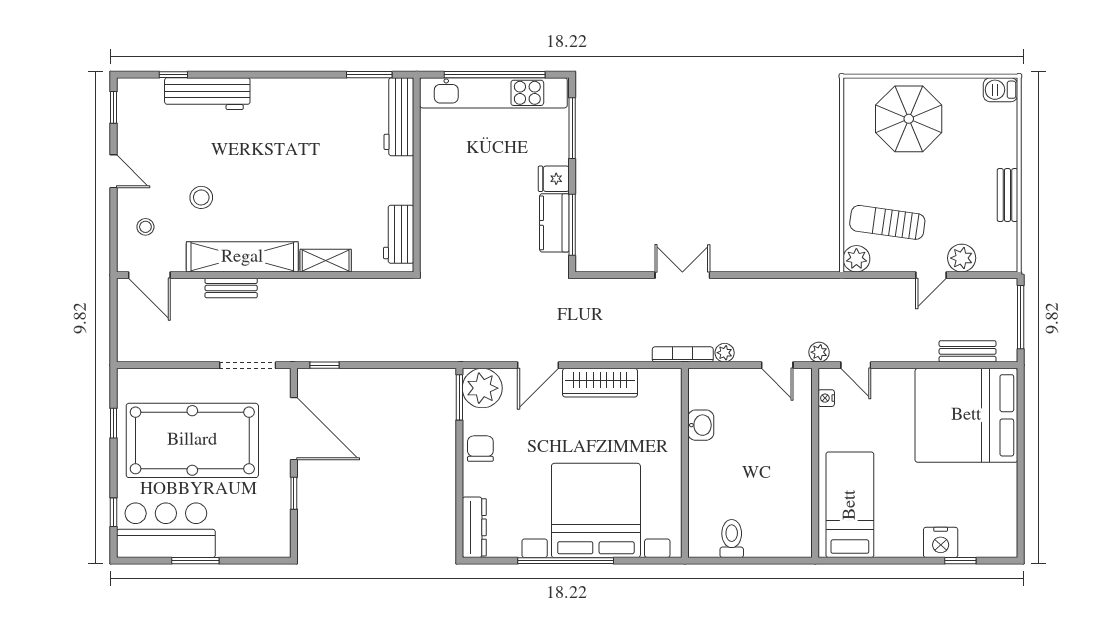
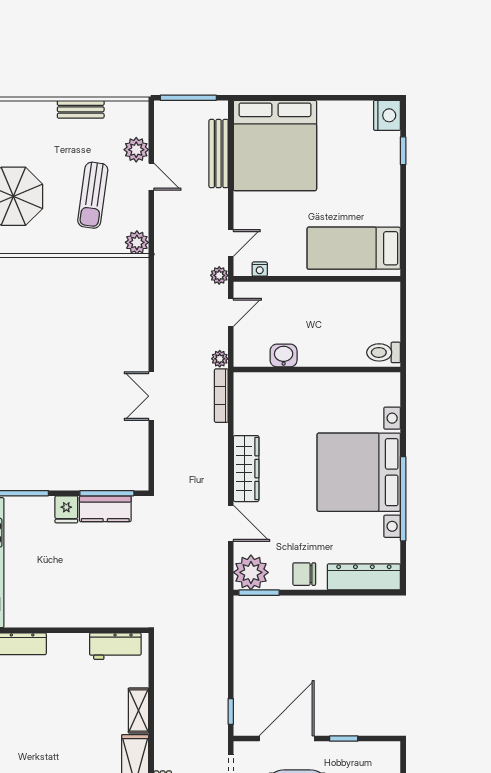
sun lounger: (887, 222) -> (93, 195), moved
bench: (968, 351) -> (219, 154), width x1.36
washbasin: (701, 425) -> (284, 355), moved
wall: (685, 463) -> (317, 369), moved
dresser: (474, 527) -> (364, 577), width x1.37, depth x1.24
nightstand: (941, 542) -> (387, 115), moved

